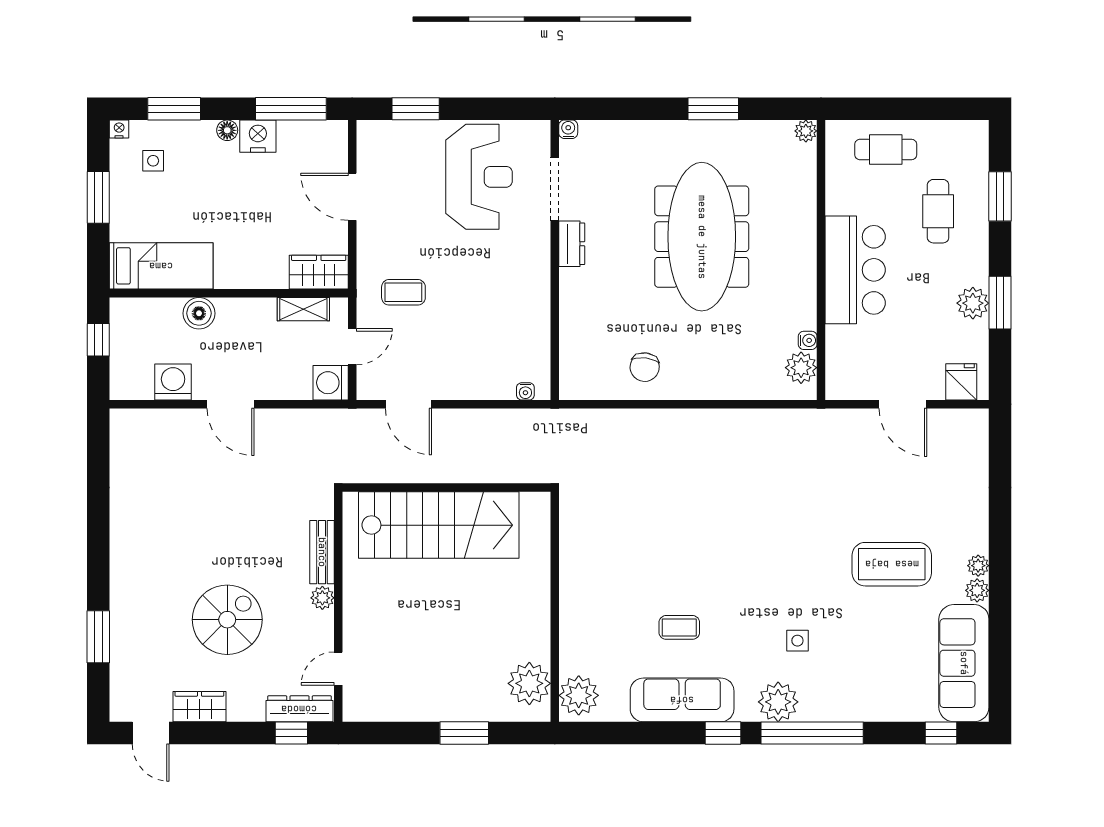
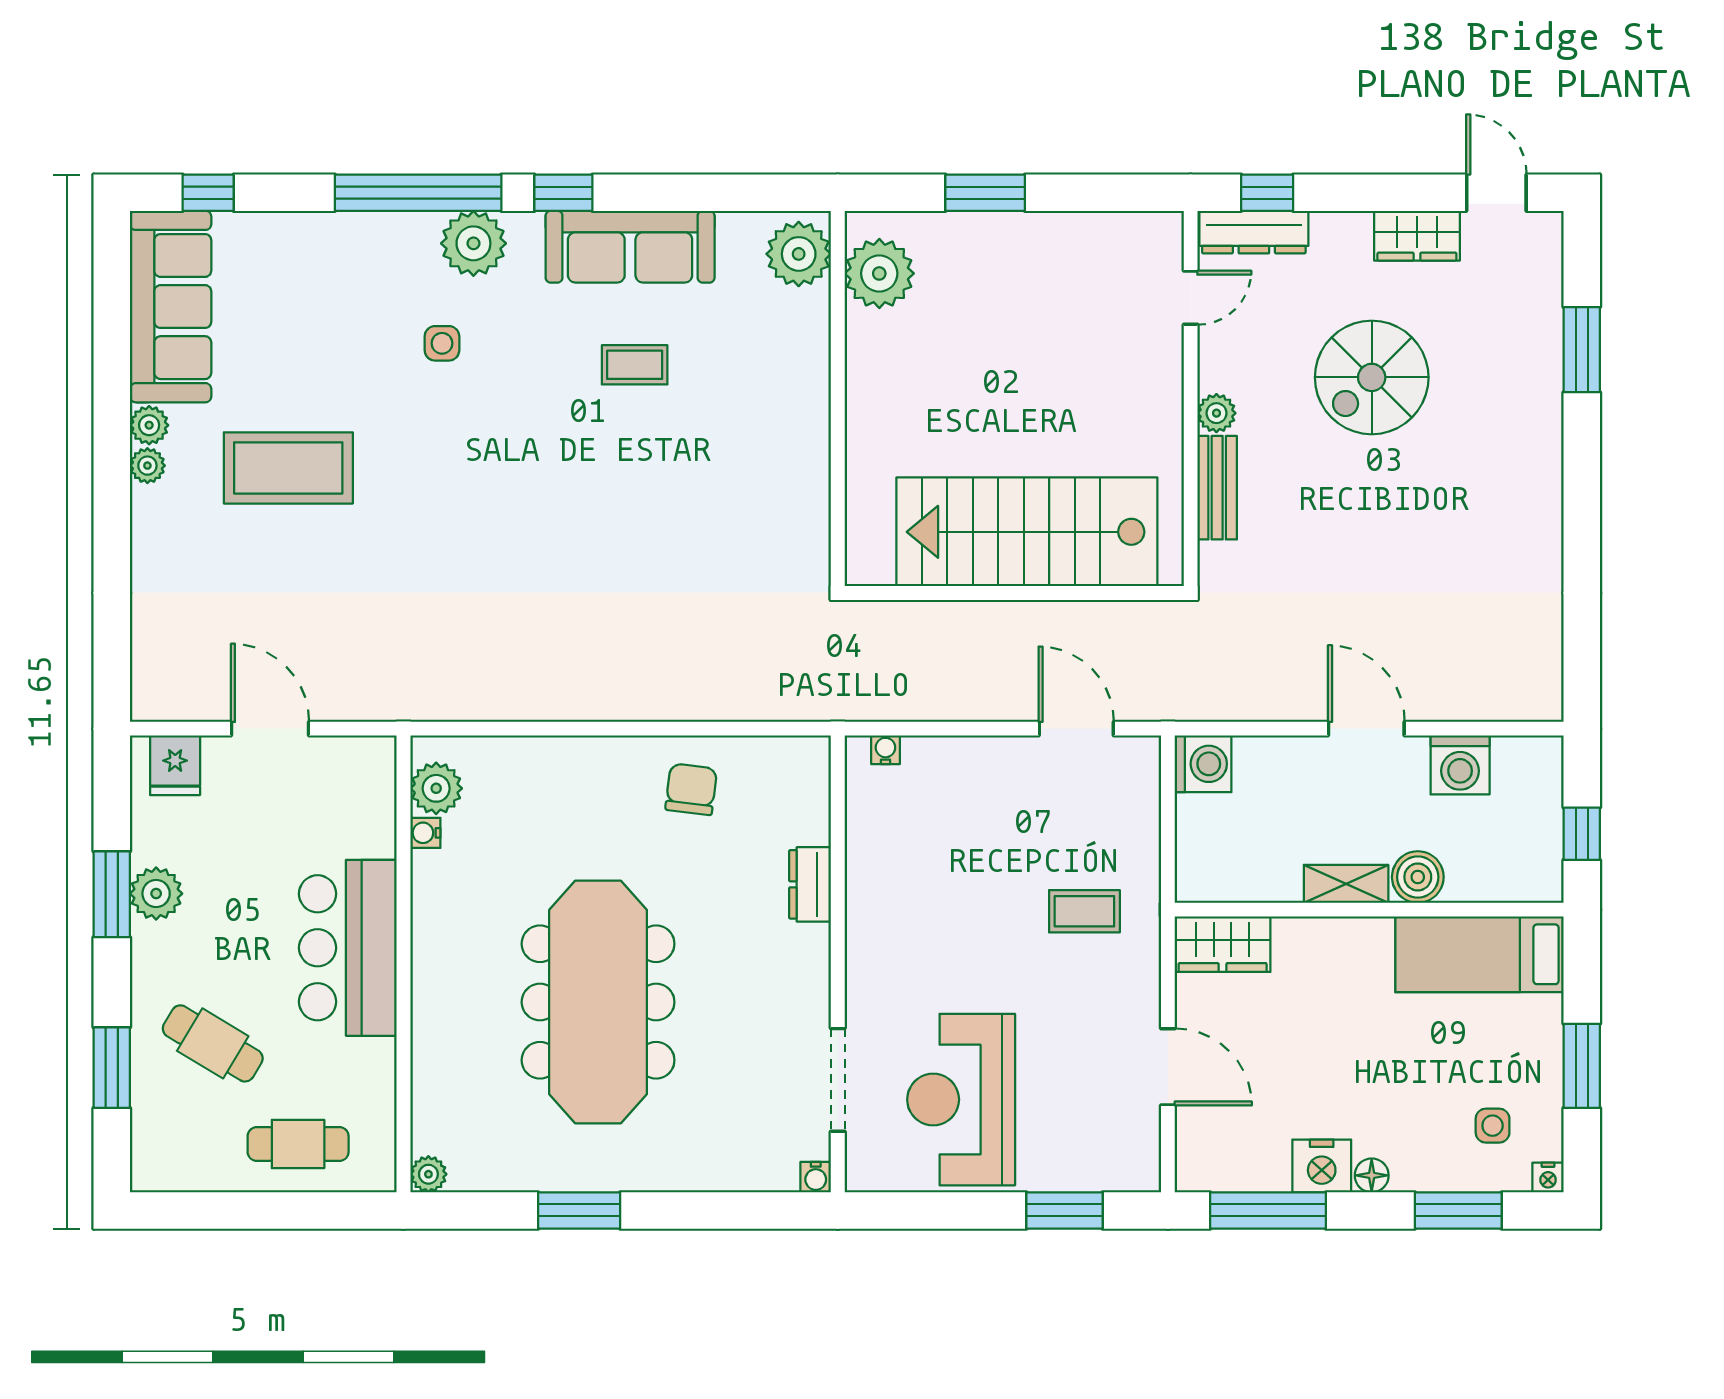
cafe table: (938, 211) -> (213, 1043), turned -59
dresser: (572, 244) -> (810, 884), moved
shelving: (303, 309) -> (1346, 884), moved
door: (352, 347) -> (1168, 823), removed

